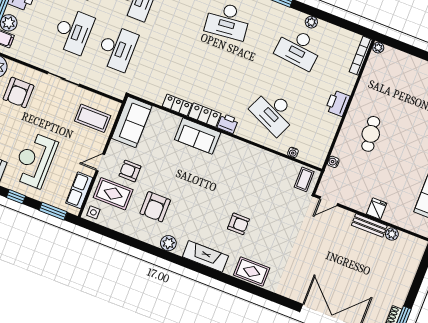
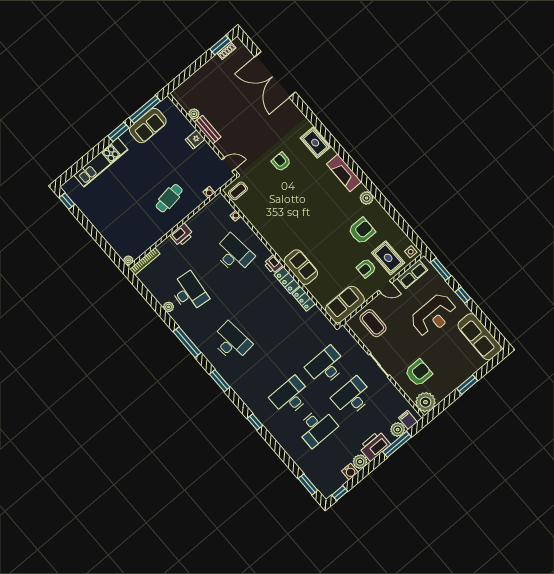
desk: (274, 112) -> (234, 254), turned -30
armchair: (130, 171) -> (366, 268), turned 90
armchair: (238, 224) -> (281, 162), moved

